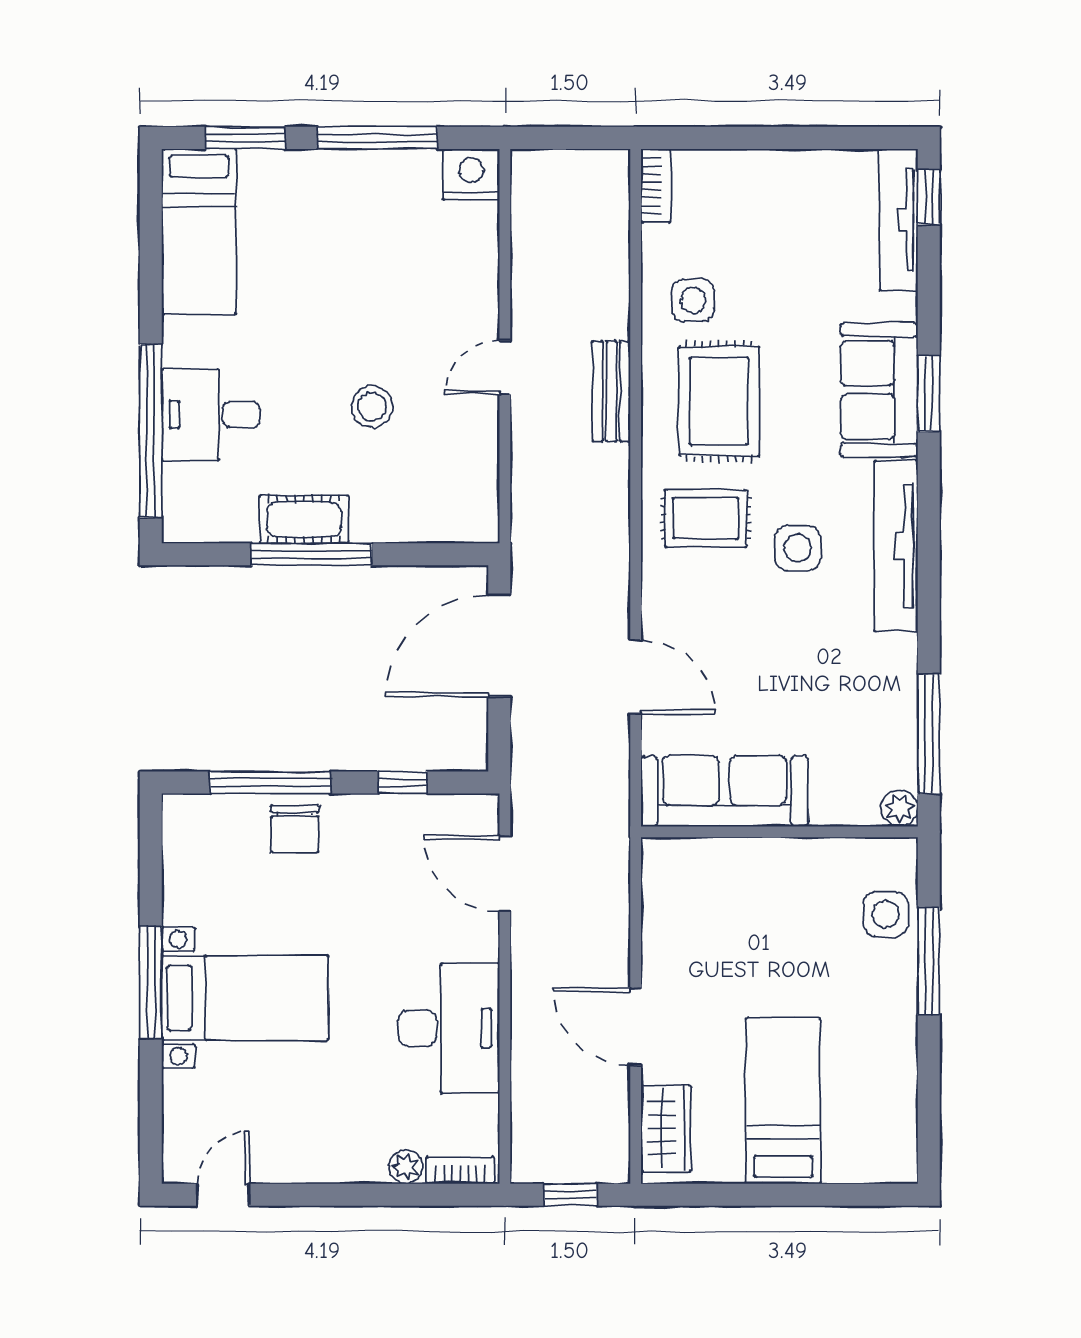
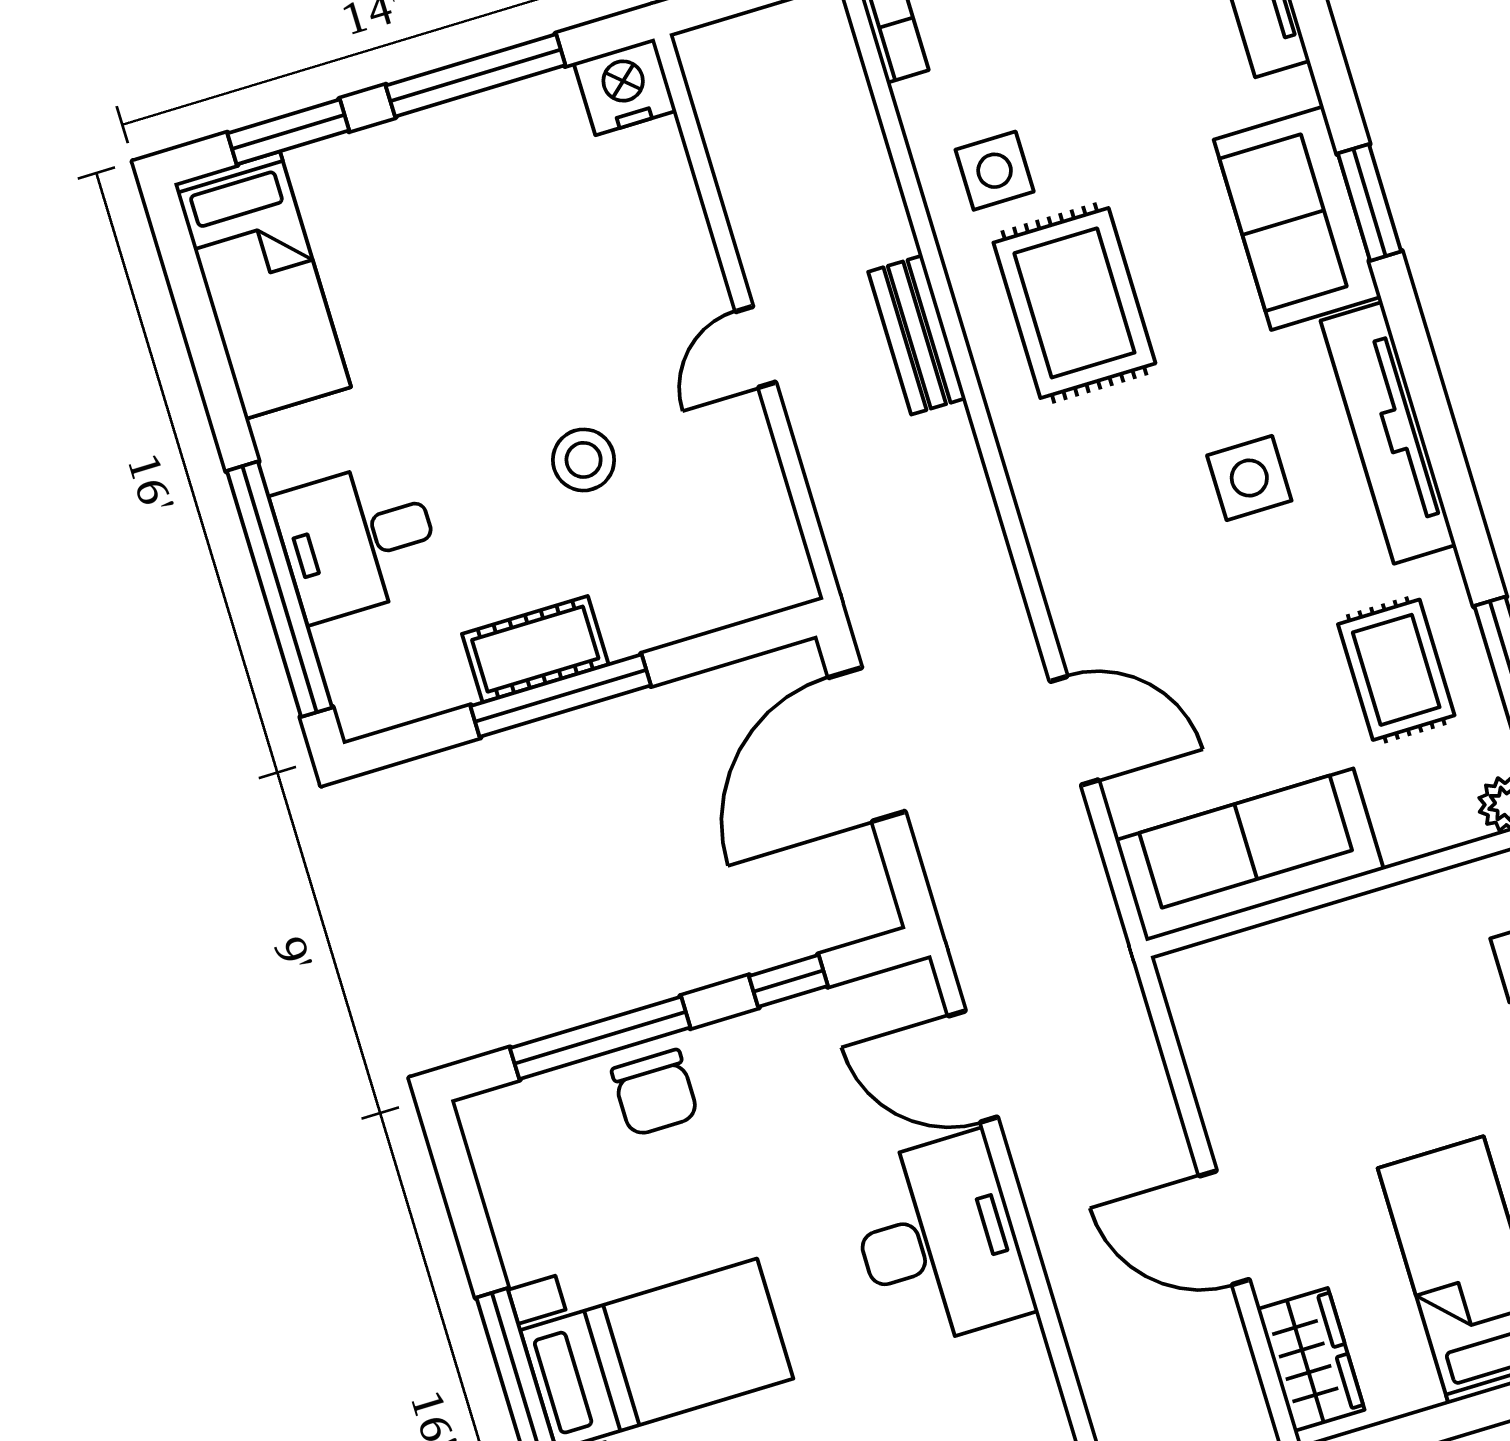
rug: (706, 518) -> (1396, 670), moved, turned 90
desk: (449, 1028) -> (939, 1241), moved

